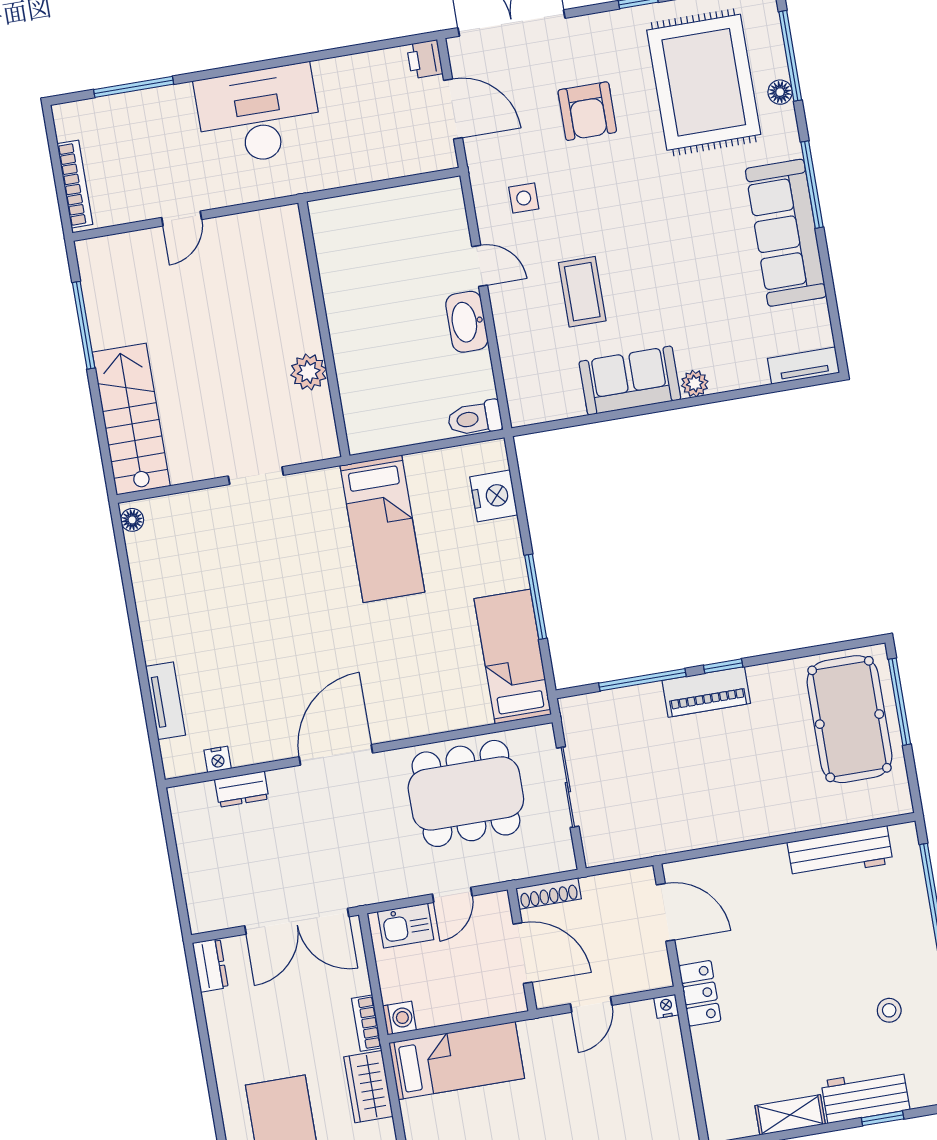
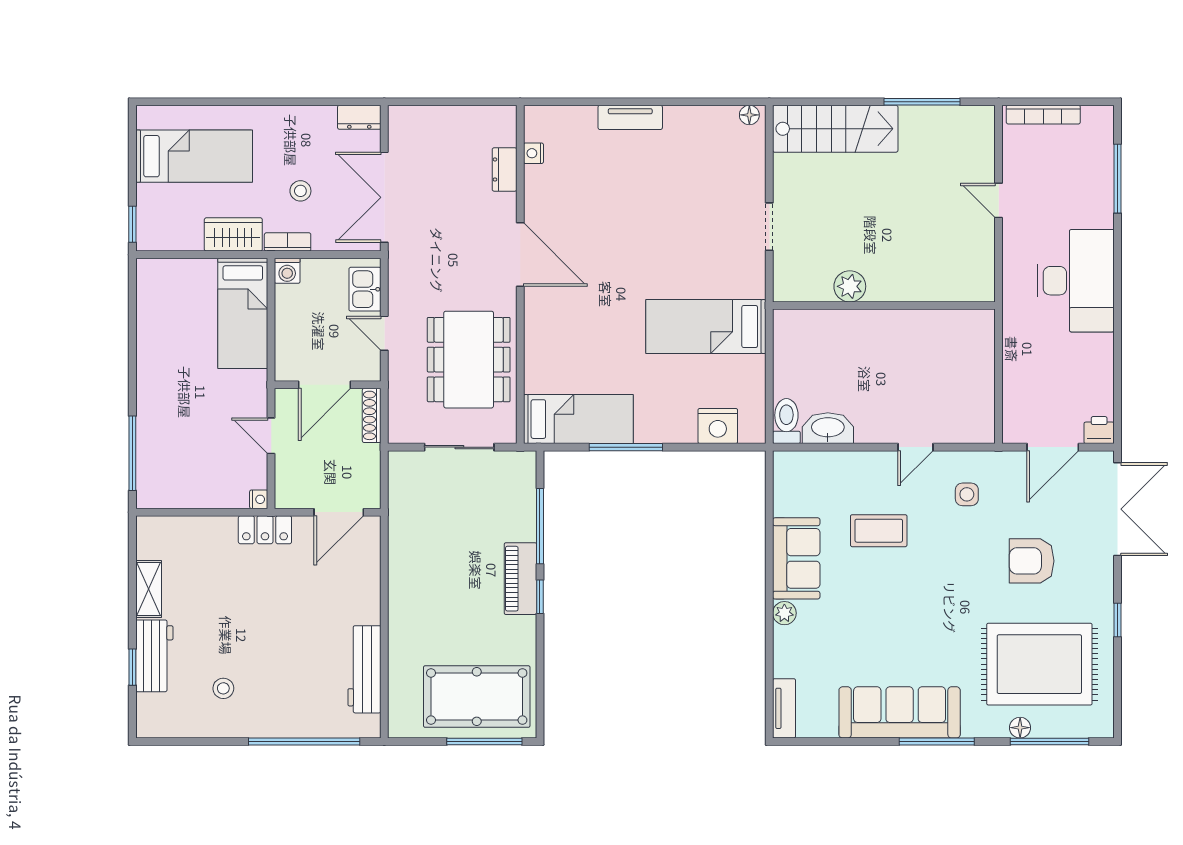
washbasin: (467, 322) -> (828, 428), moved
tv unit: (166, 701) -> (630, 117), moved
stool: (306, 1018) -> (300, 191), added

